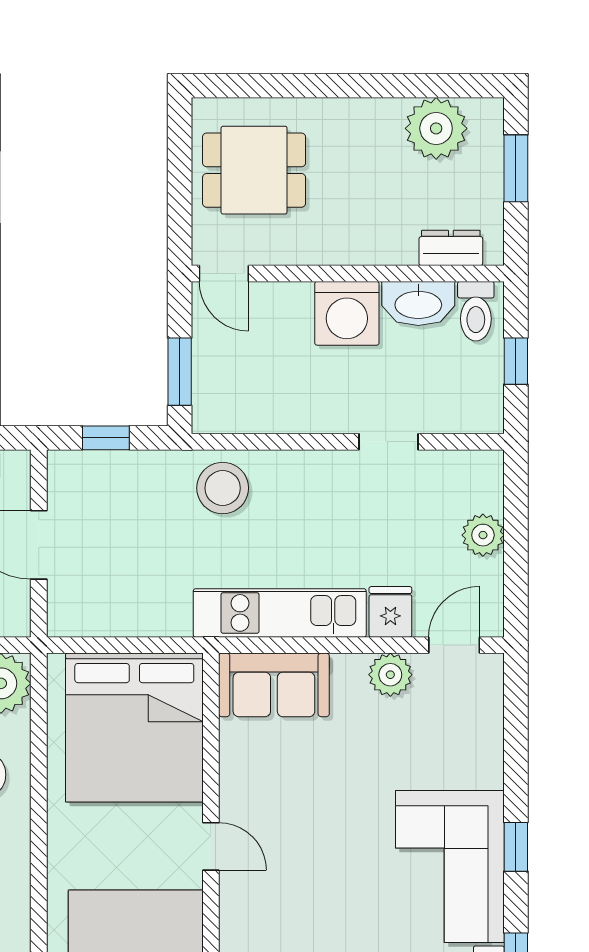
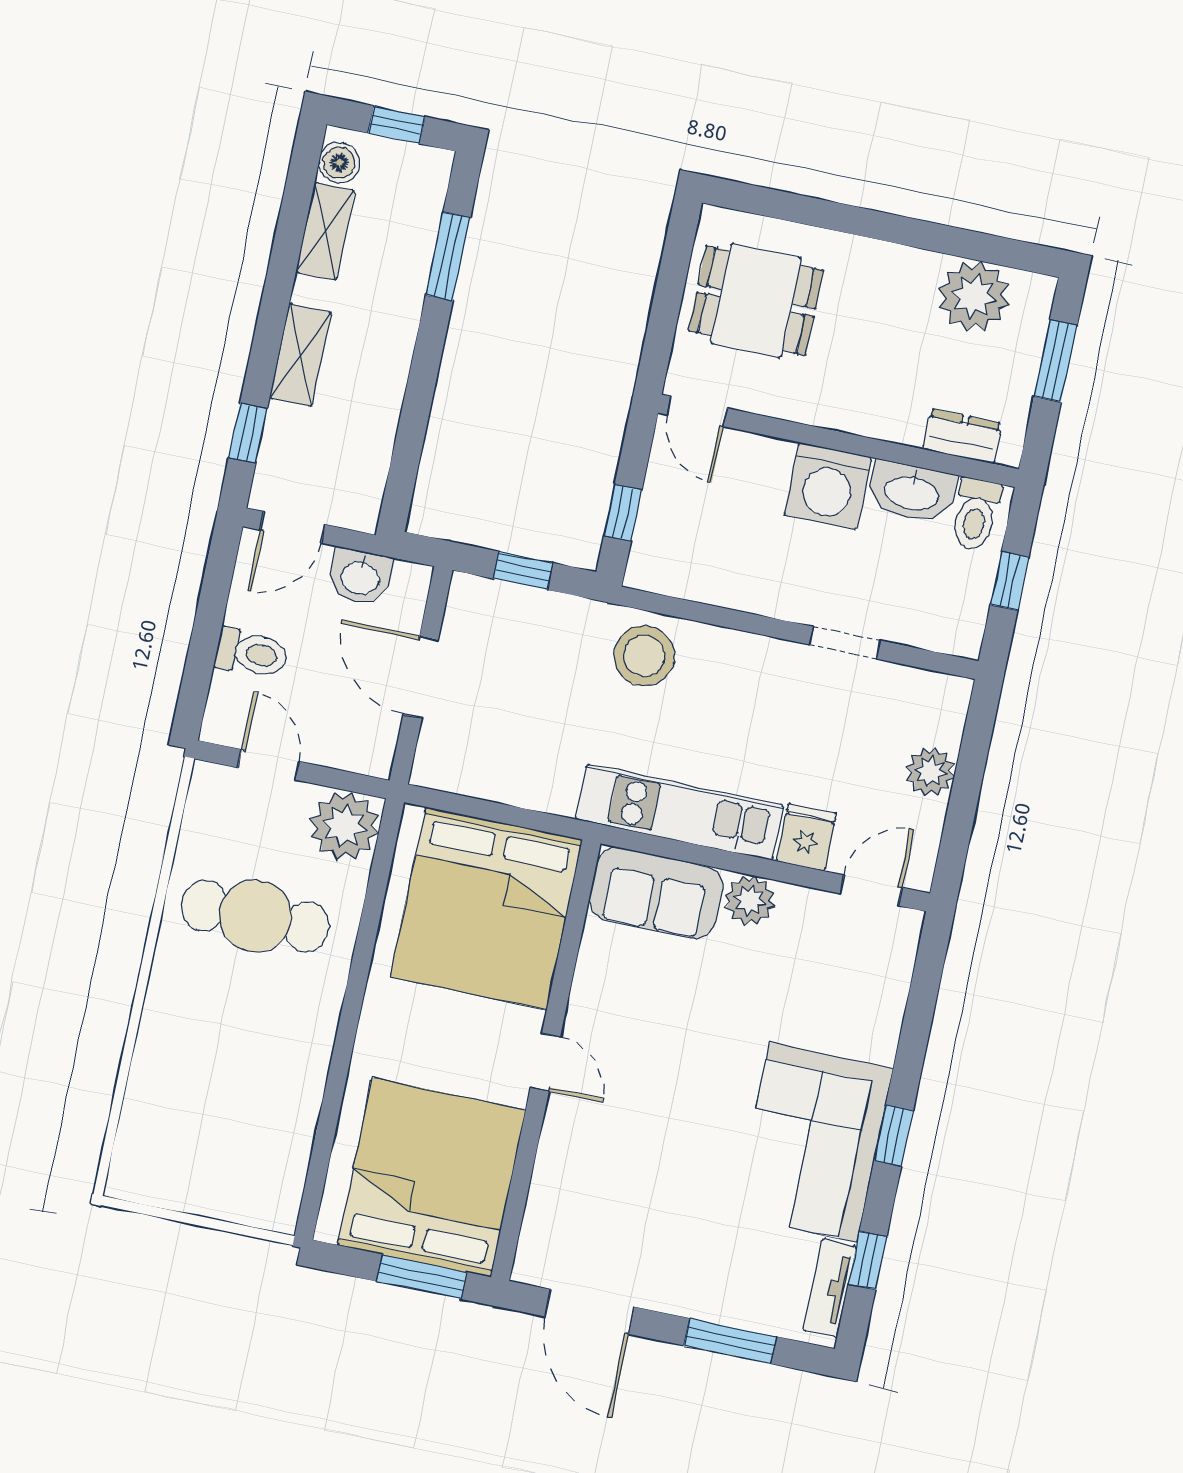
window: (180, 372) -> (623, 513), width x0.67
plant: (390, 675) -> (750, 900), moved

